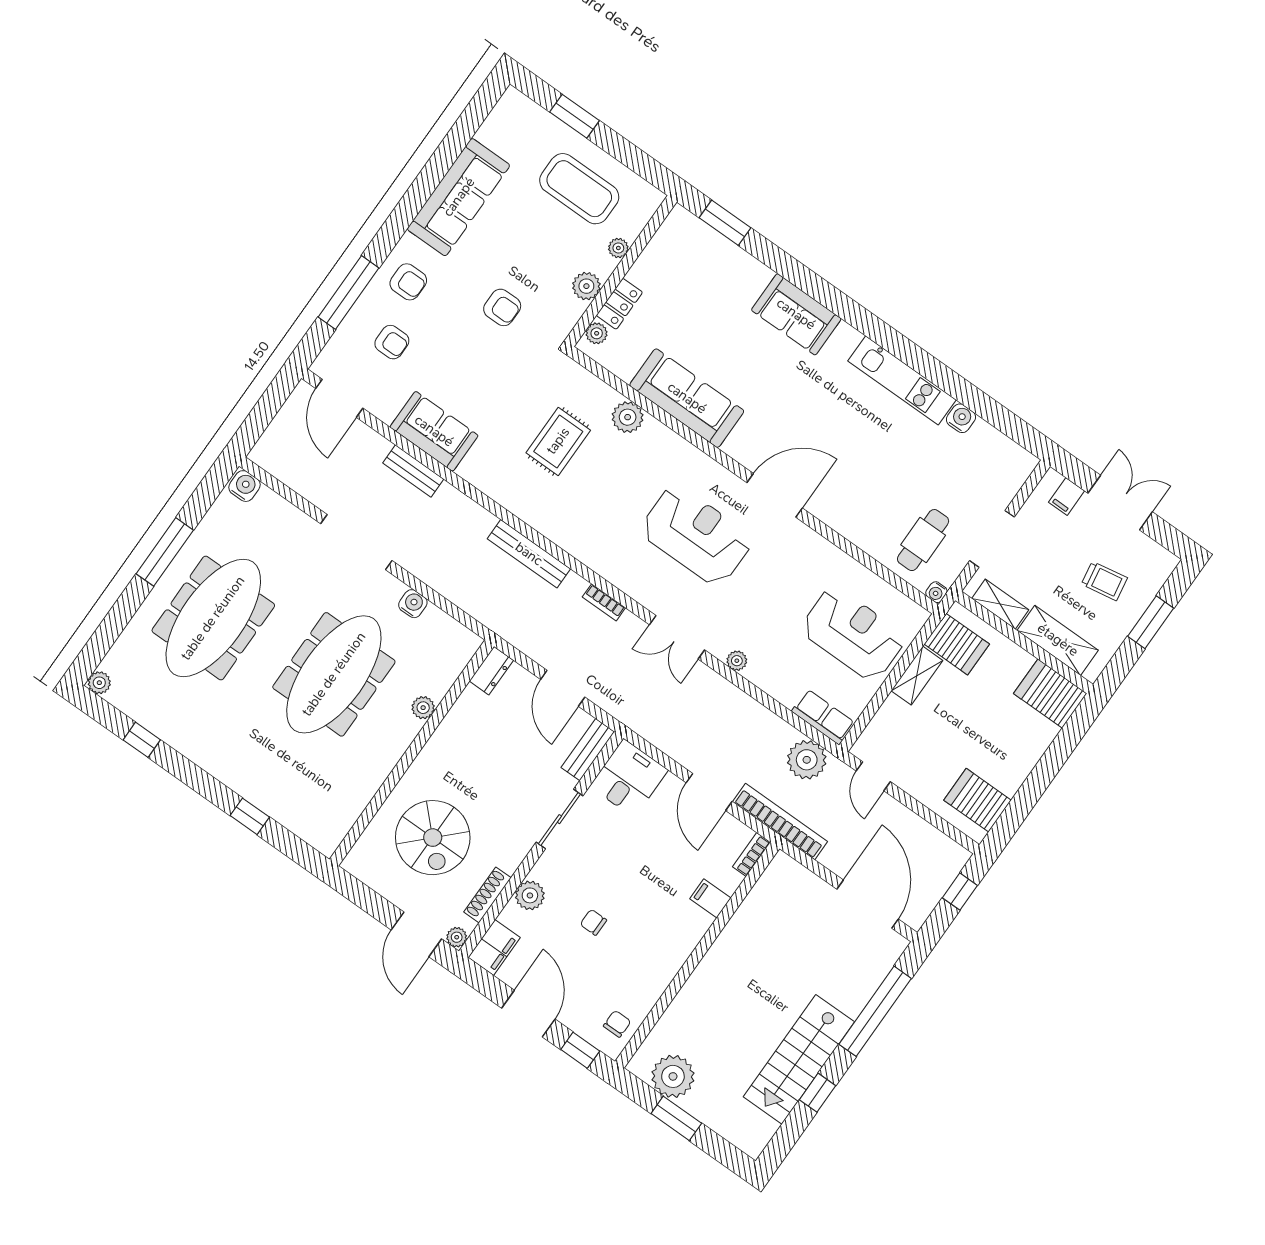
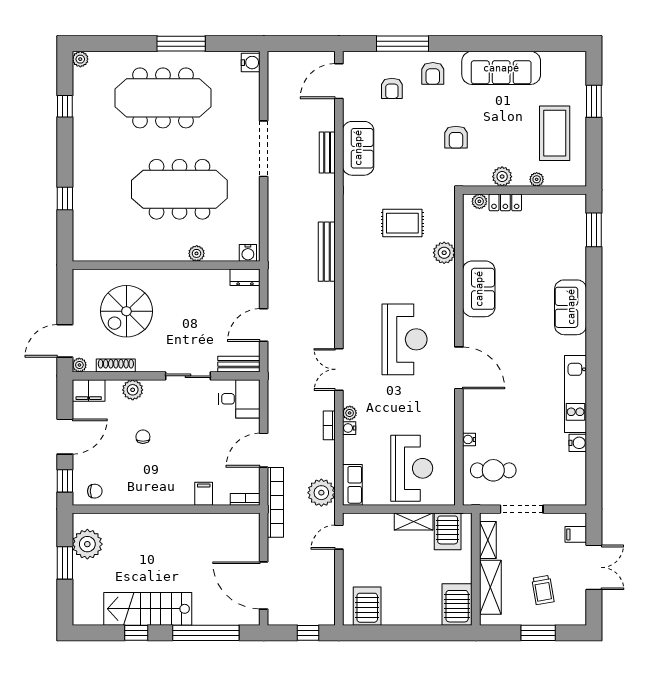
sofa: (687, 398) -> (479, 289), width x0.73
water cooler: (936, 592) -> (469, 439), moved
bookcase: (604, 602) -> (329, 425), moved
water cooler: (413, 604) -> (248, 253), moved, turned 90
water cooler: (754, 674) -> (349, 428), added
door: (868, 904) -> (264, 585), swing flipped

